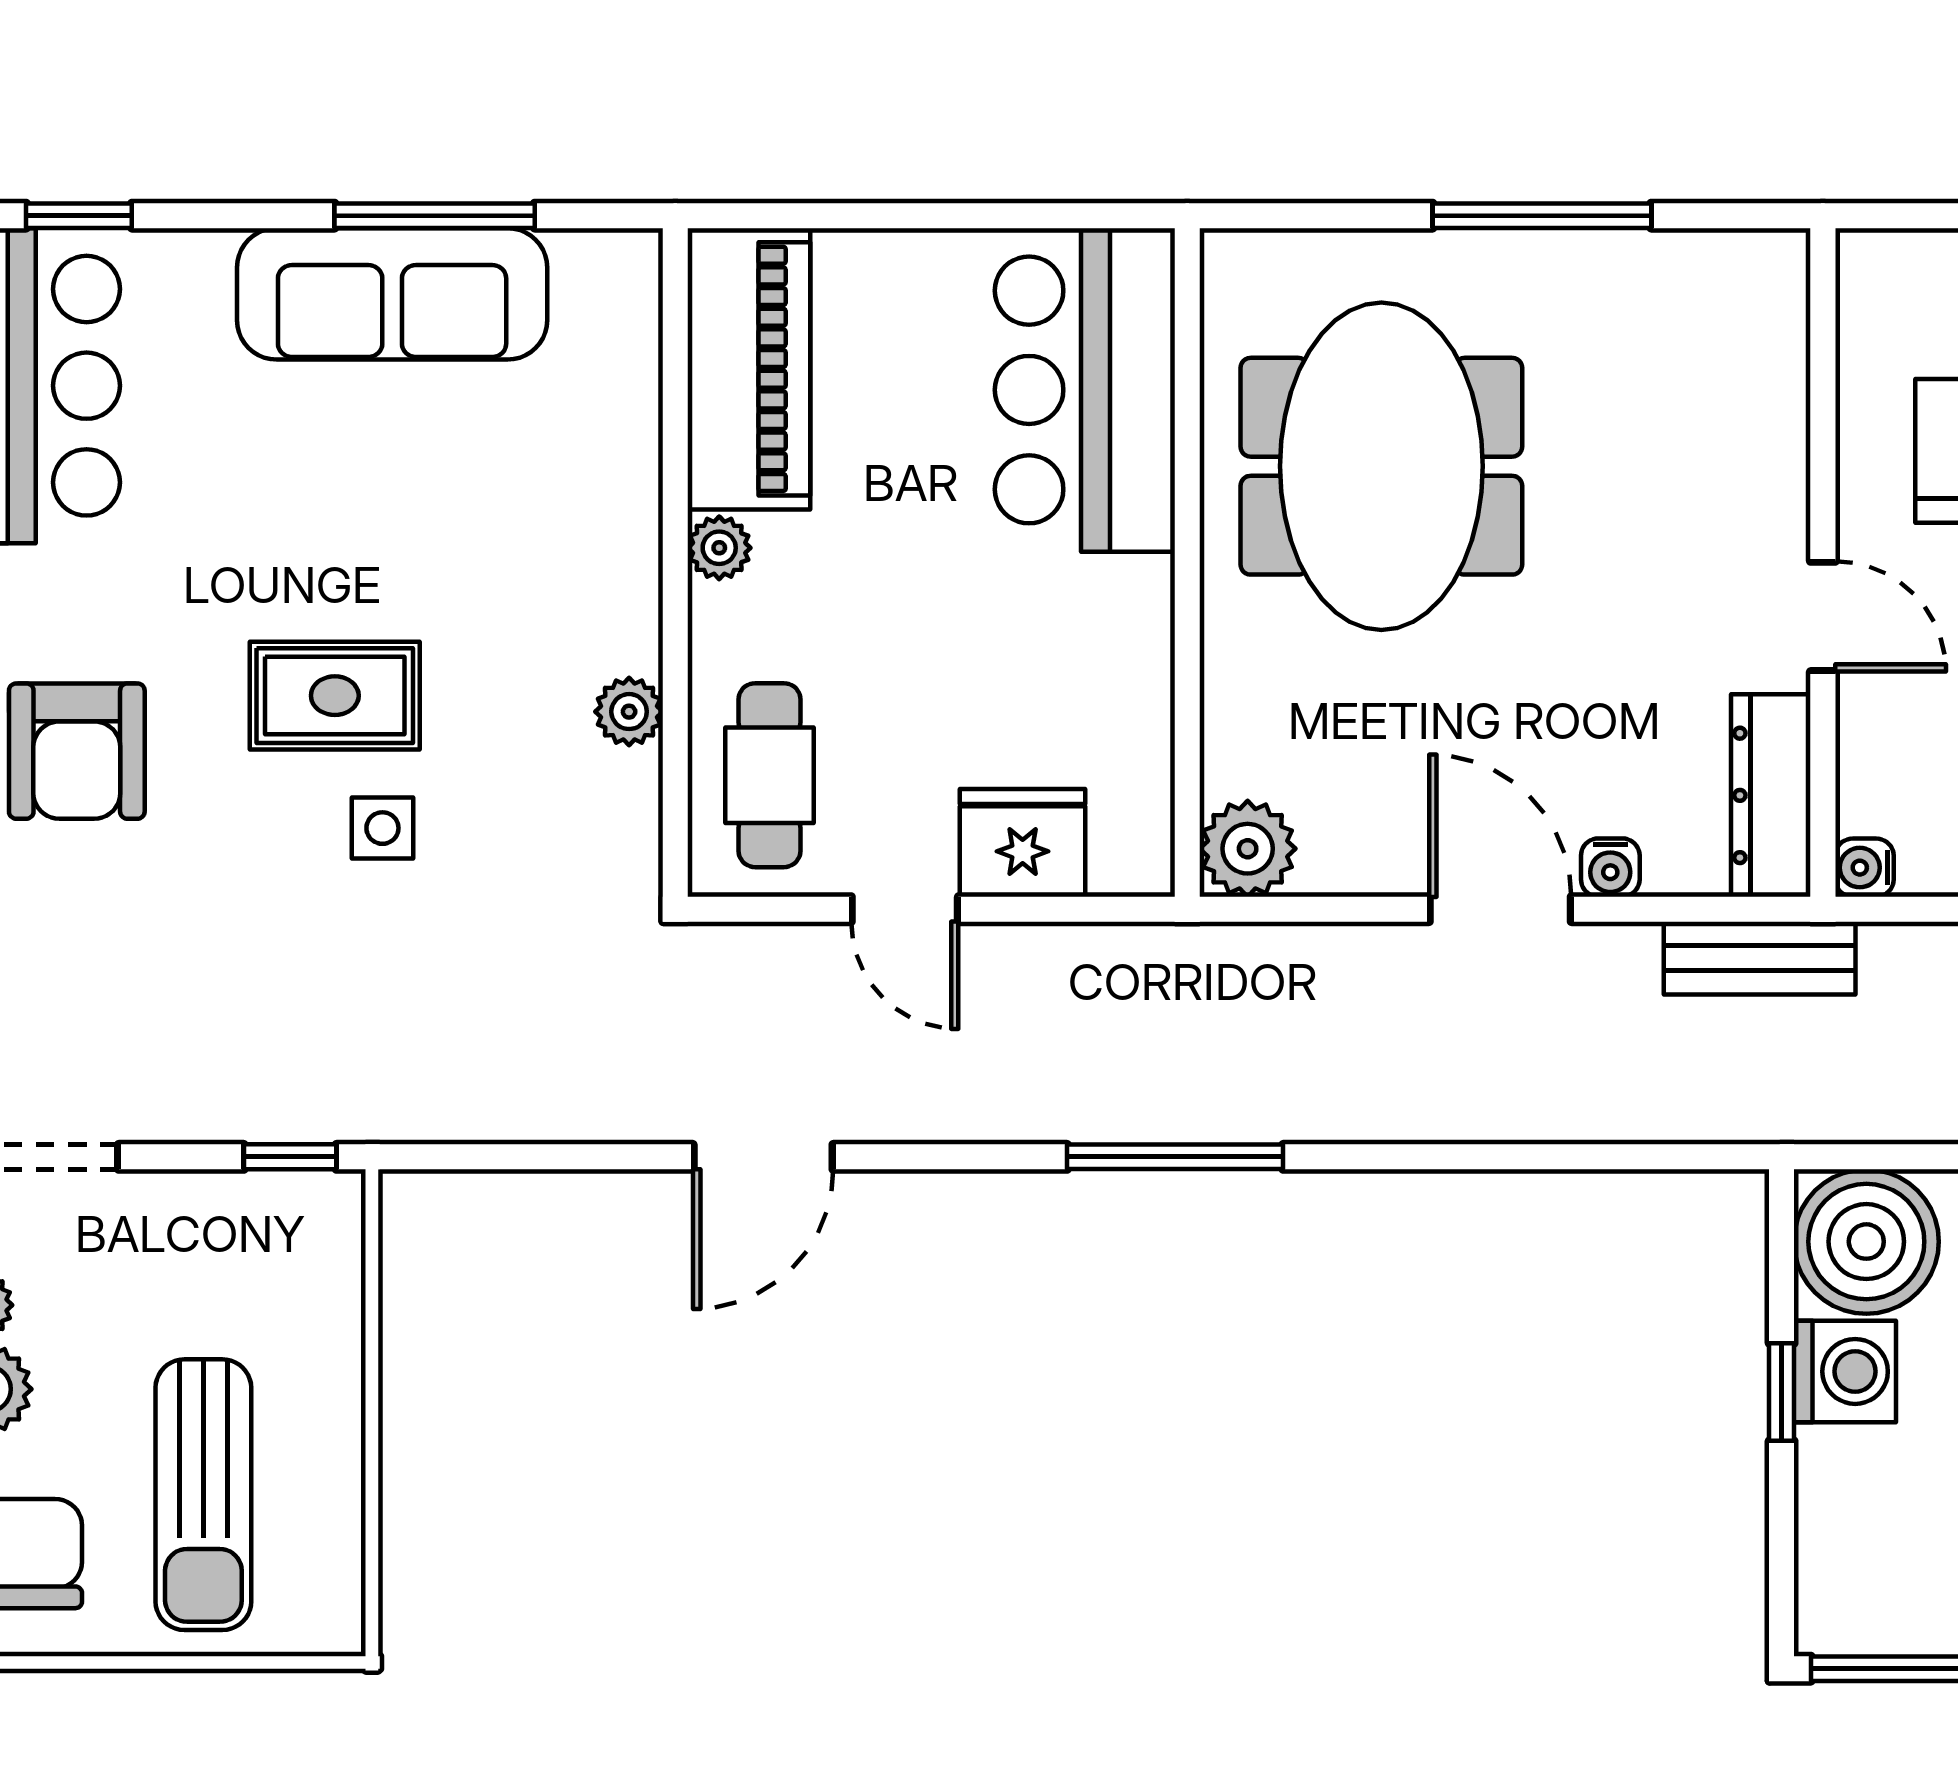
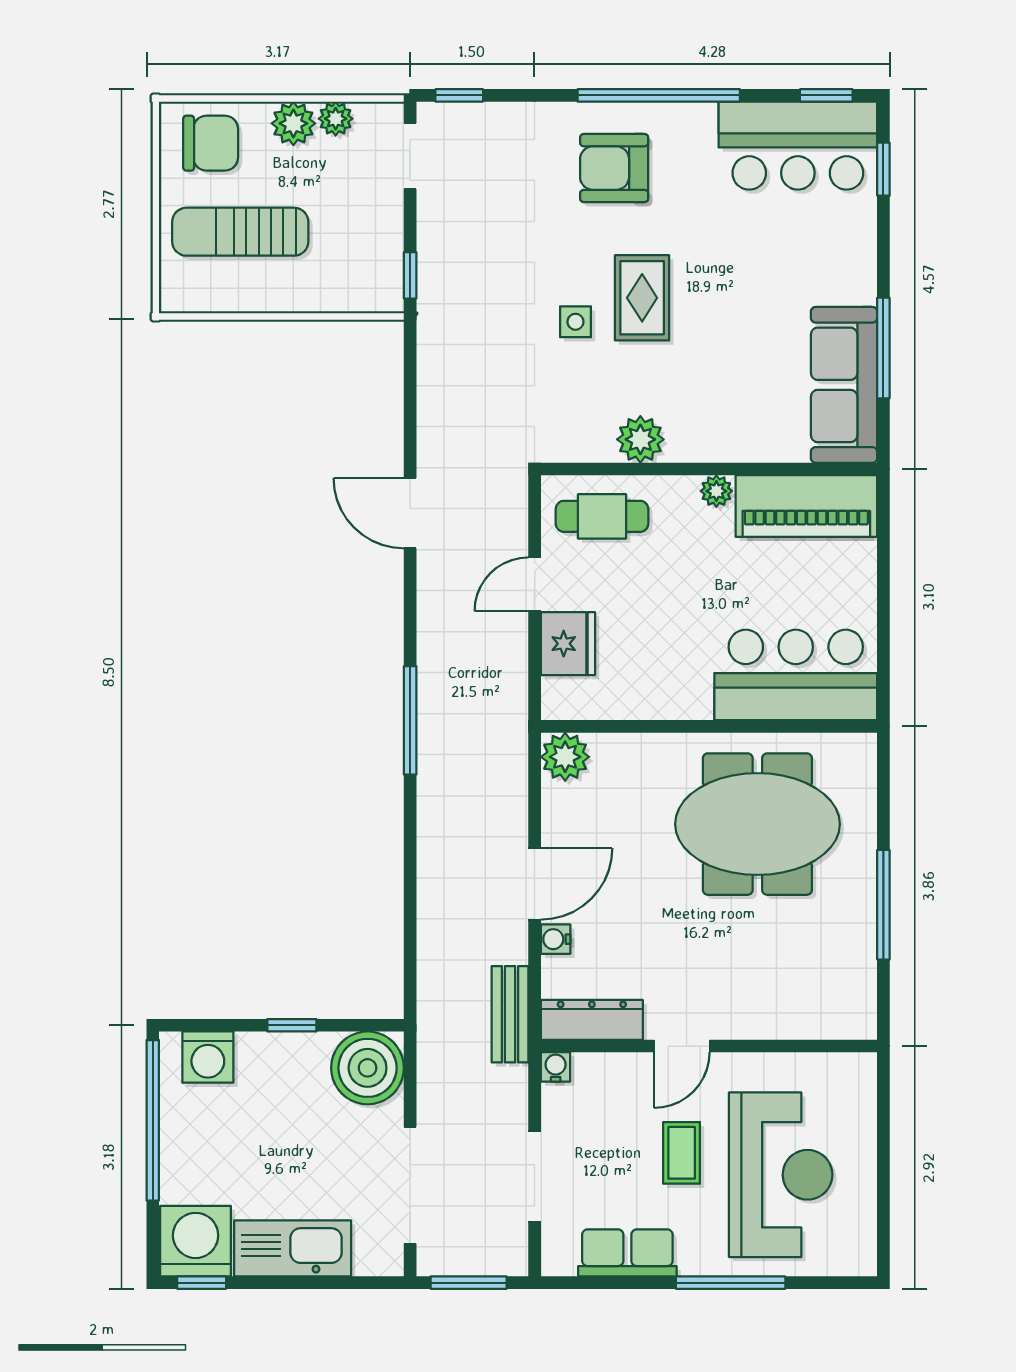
sofa: (392, 294) -> (844, 385), moved
plant: (629, 712) -> (640, 439), width x1.38, depth x1.38
washing machine: (1845, 1371) -> (208, 1057), moved

